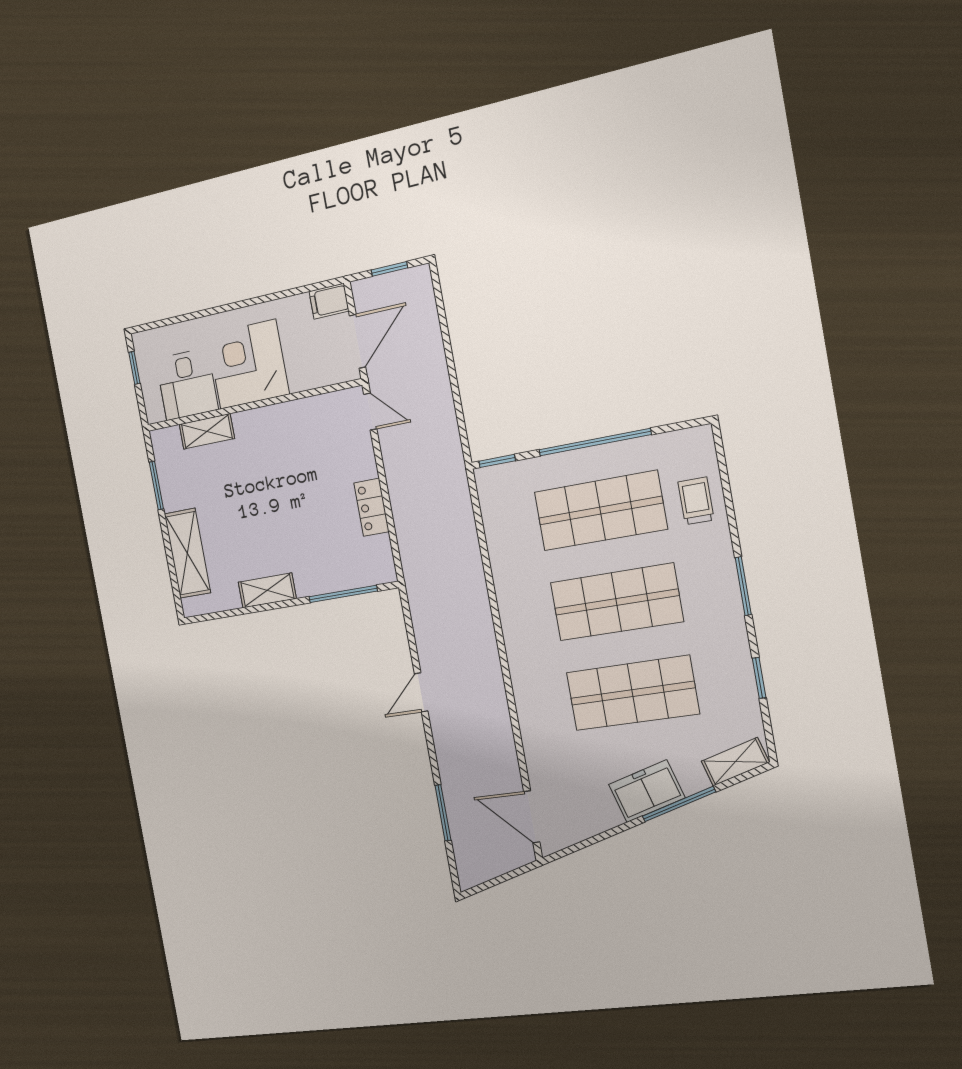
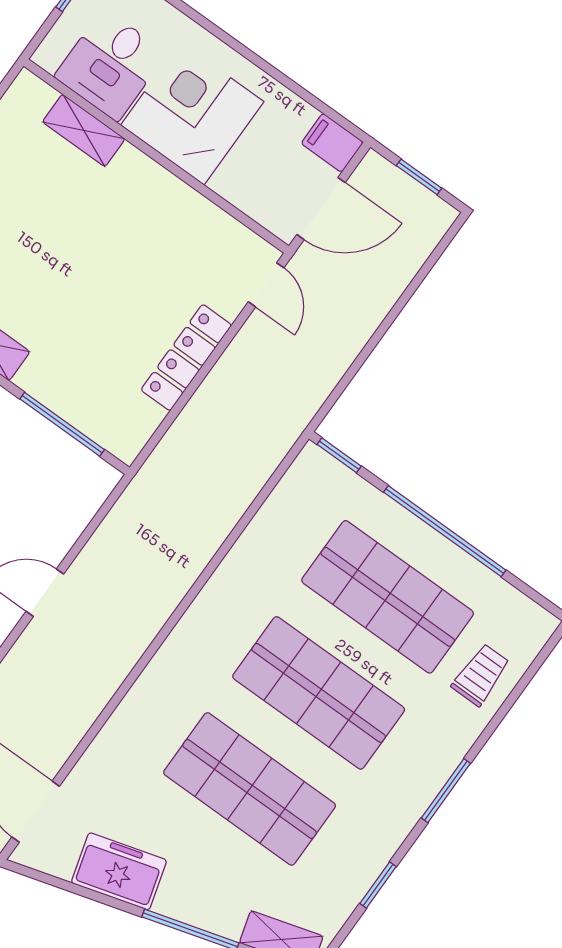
locker: (371, 507) -> (186, 358), width x1.53
freezer: (647, 791) -> (119, 871), moved

